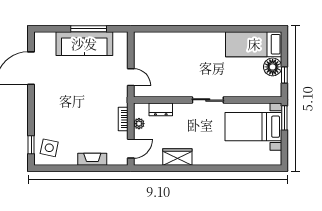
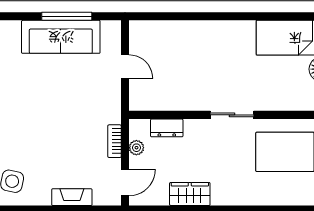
door: (131, 77) -> (125, 67), moved

